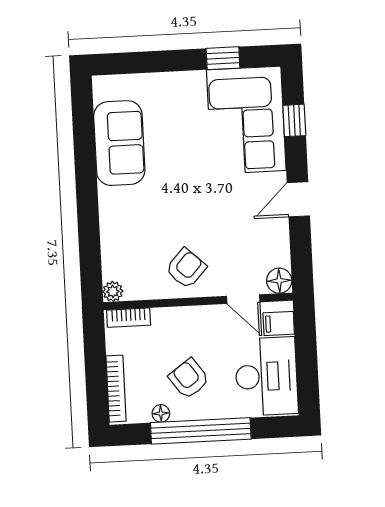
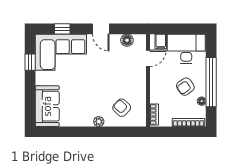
sofa: (119, 143) -> (47, 106), moved, turned 90
armchair: (186, 268) -> (122, 108), moved
floor lamp: (279, 281) -> (127, 40), moved
plant: (113, 291) -> (99, 122), moved

